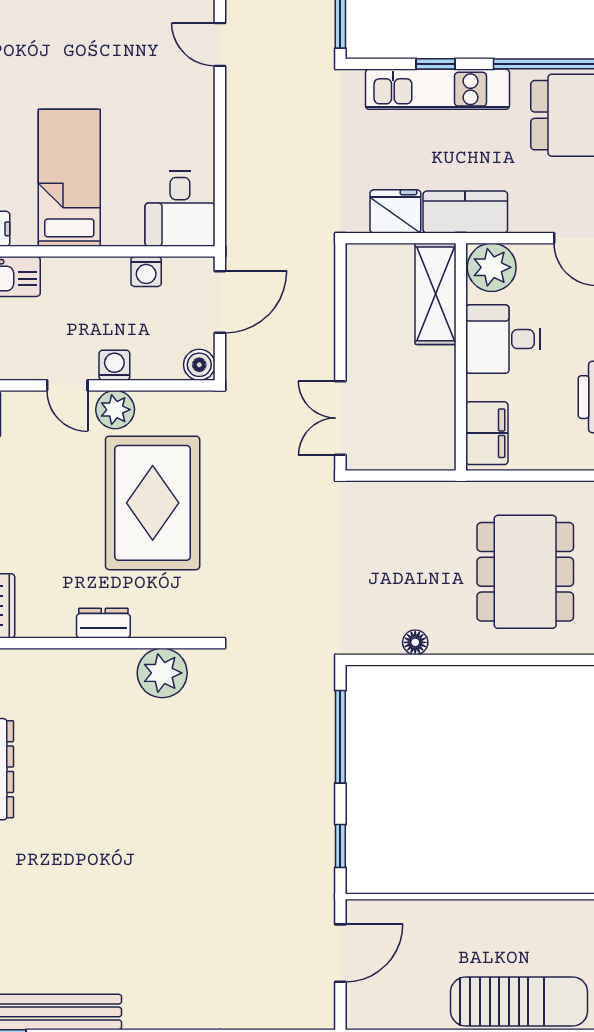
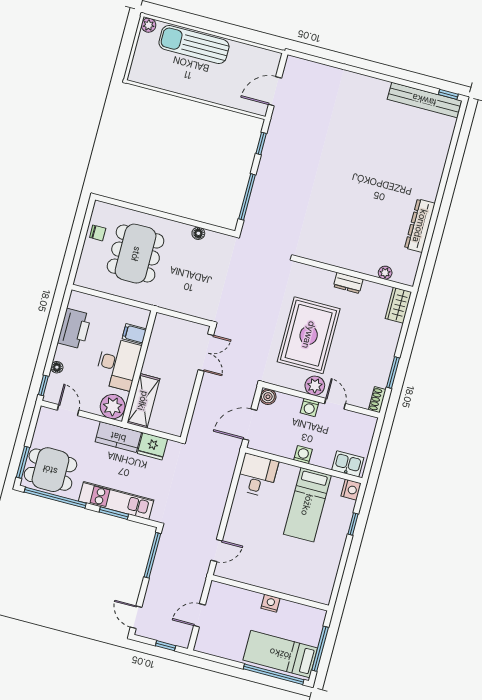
door: (220, 44) -> (217, 550), hinge flipped
window: (435, 64) -> (114, 513), width x1.50
washing machine: (146, 272) -> (303, 455), moved
desk: (503, 339) -> (118, 364), width x1.37
filing cabinet: (487, 433) -> (134, 334), width x0.50
plant: (162, 673) -> (385, 273), moved, width x0.53, depth x0.53

